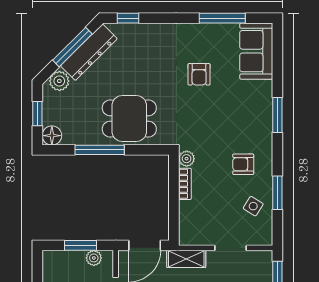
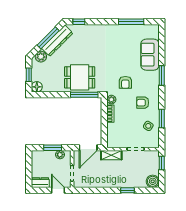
sofa: (256, 51) -> (150, 55), moved
armchair: (199, 74) -> (125, 82), moved
window: (100, 150) -> (84, 95), moved

